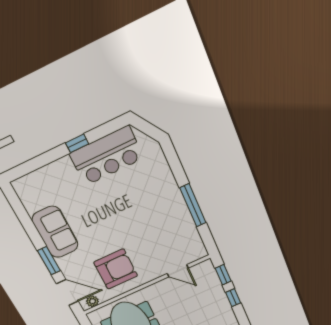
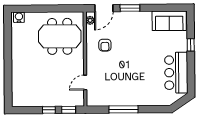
window: (77, 143) -> (191, 45), moved
sofa: (55, 232) -> (169, 21), moved
armchair: (116, 269) -> (105, 45), width x0.53, depth x0.53

